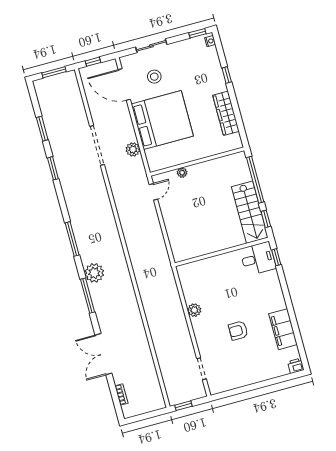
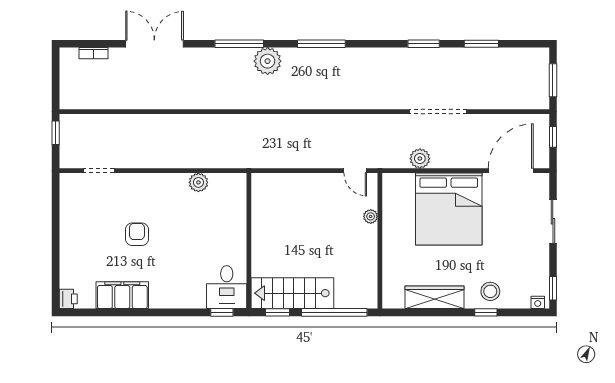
stool: (154, 77) -> (490, 291), moved
plant: (194, 310) -> (198, 182), moved

